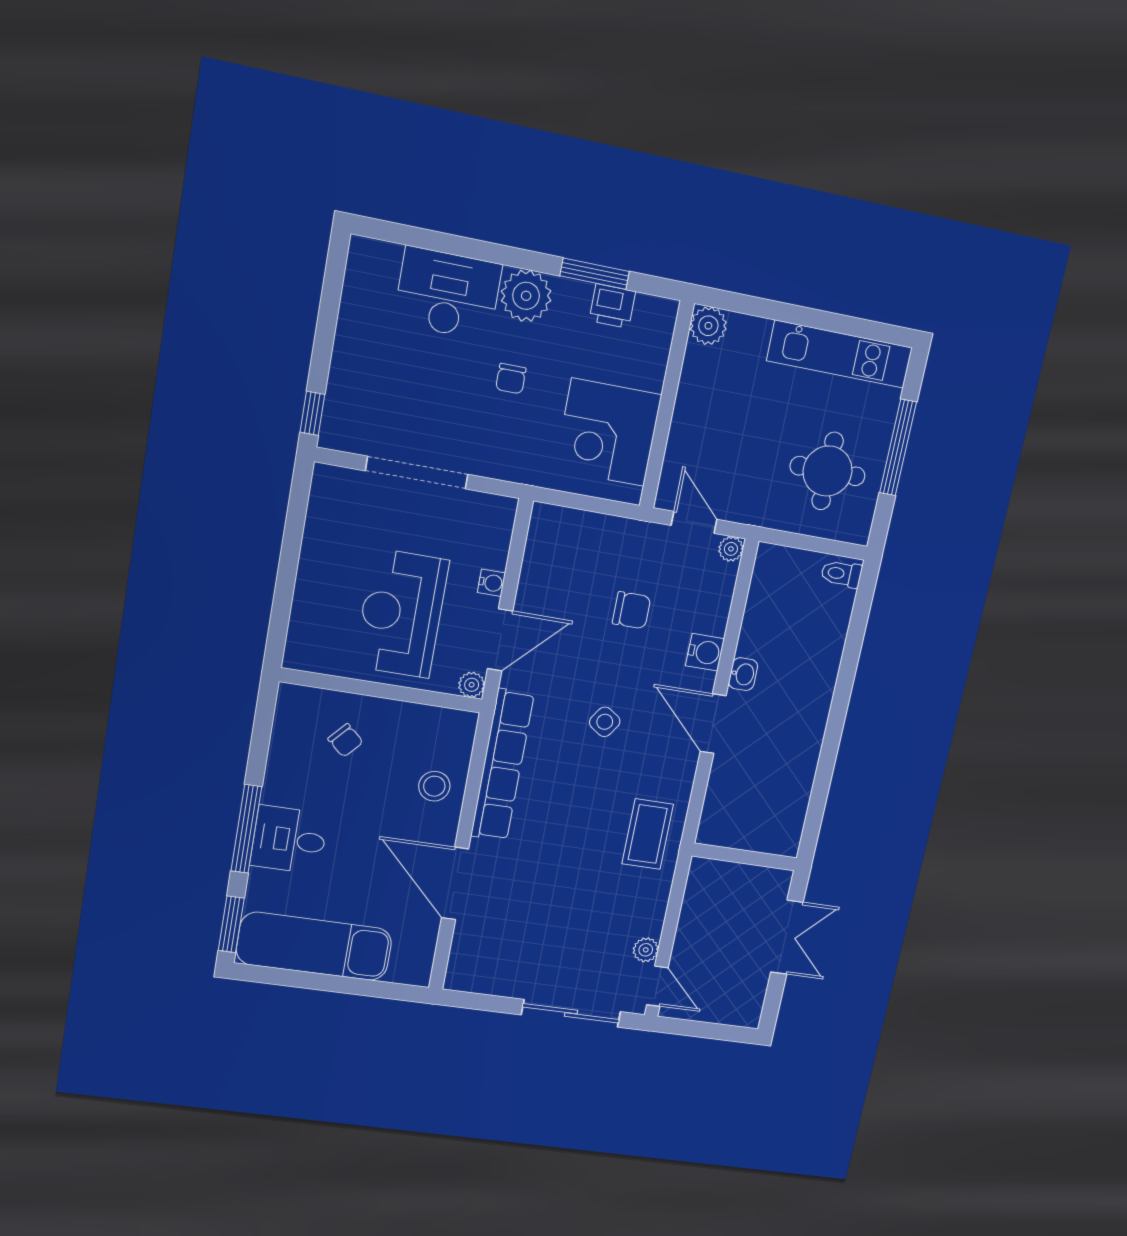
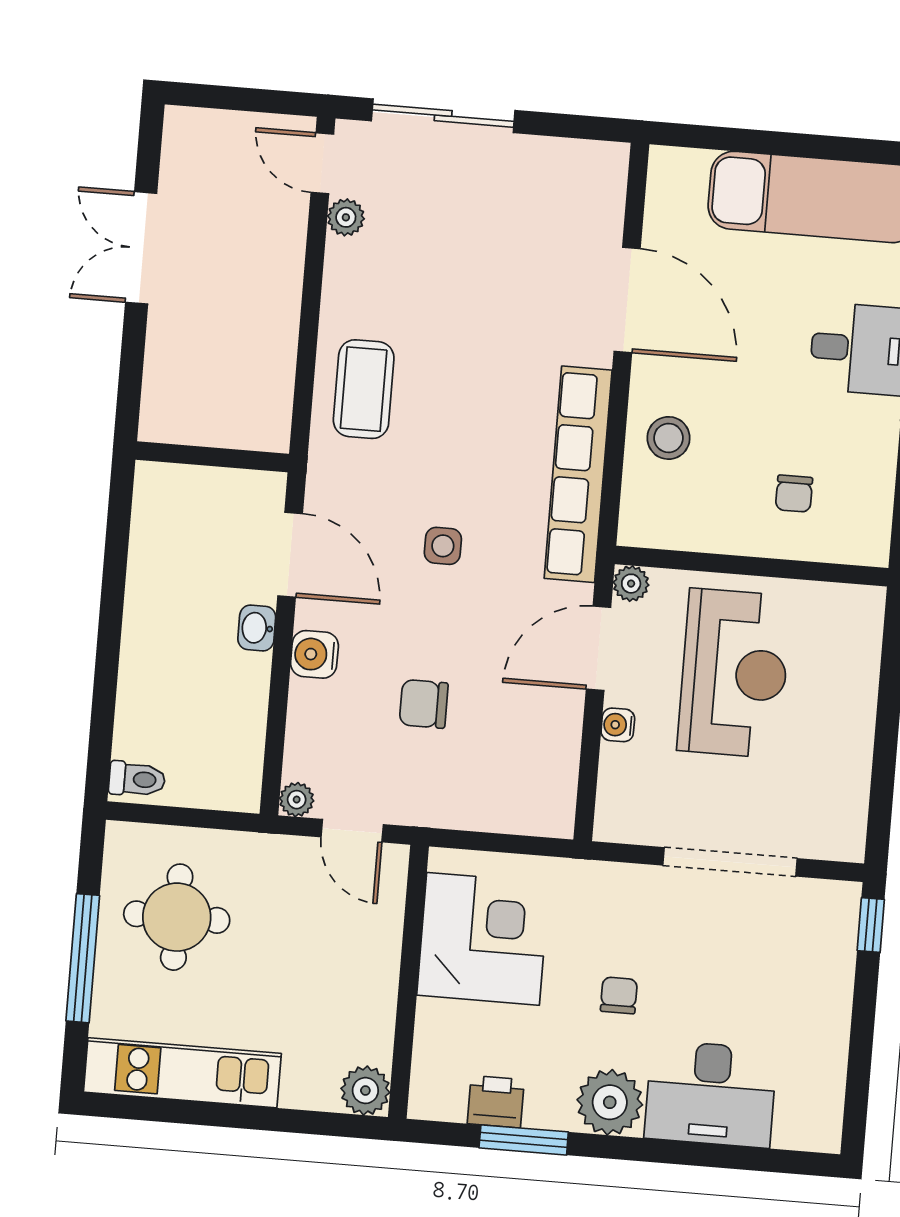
side table: (605, 722) -> (443, 546), turned -34
chair: (345, 740) -> (794, 494), turned -132
wall: (744, 857) -> (212, 457), moved

